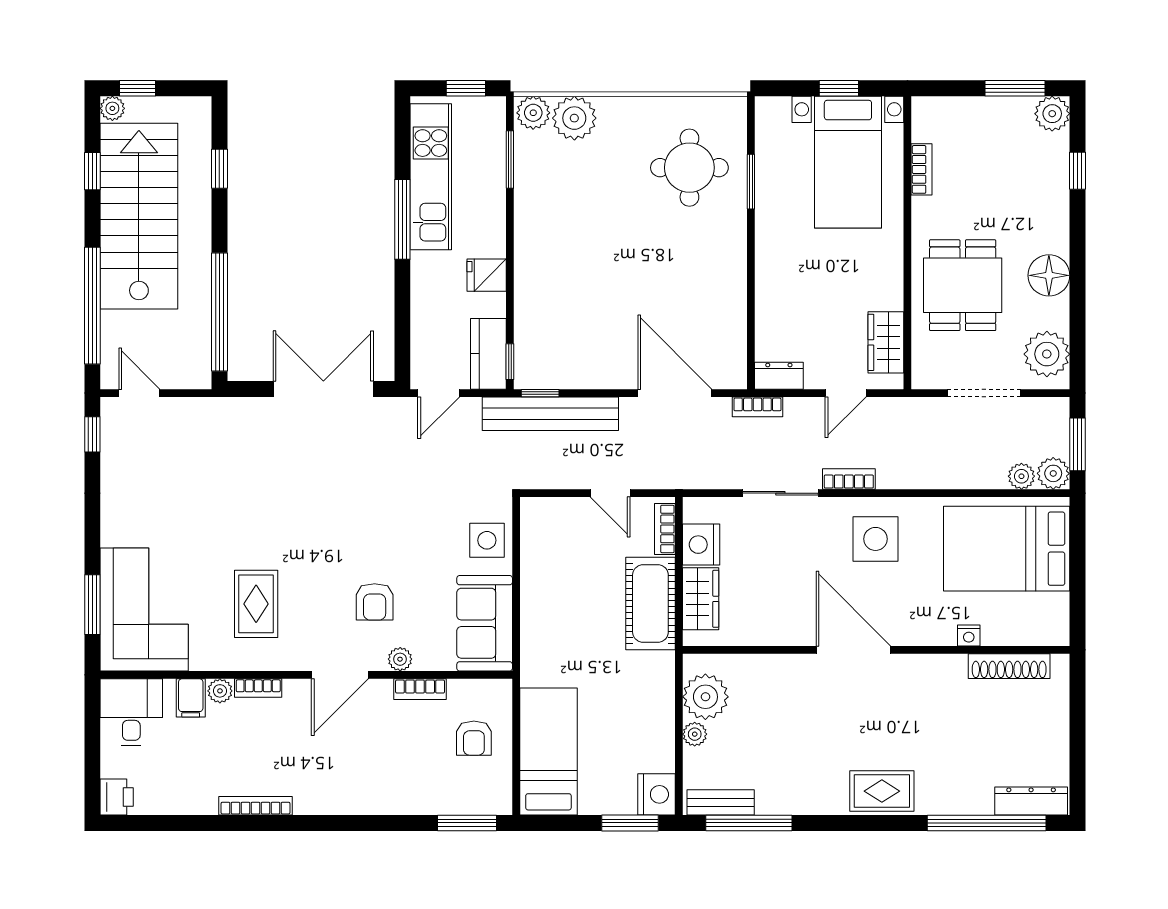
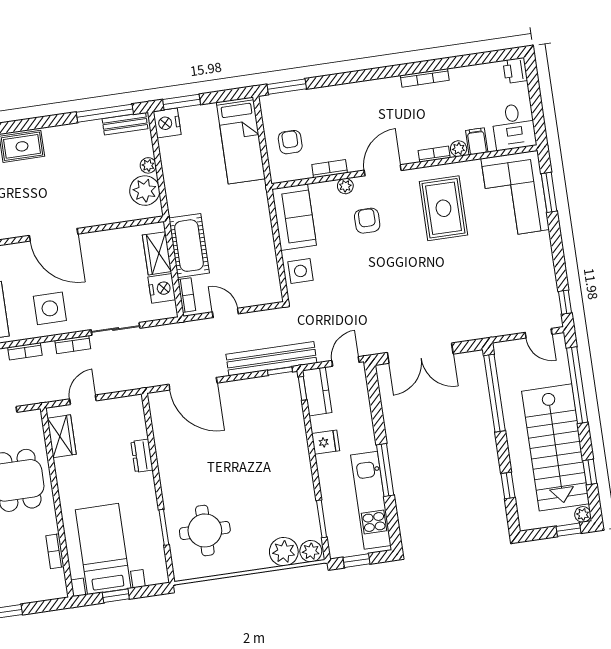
dresser: (779, 376) -> (142, 456), moved, turned 90
bookcase: (757, 407) -> (25, 351), moved, turned 180
rug: (256, 604) -> (443, 208), width x1.36, depth x1.43

